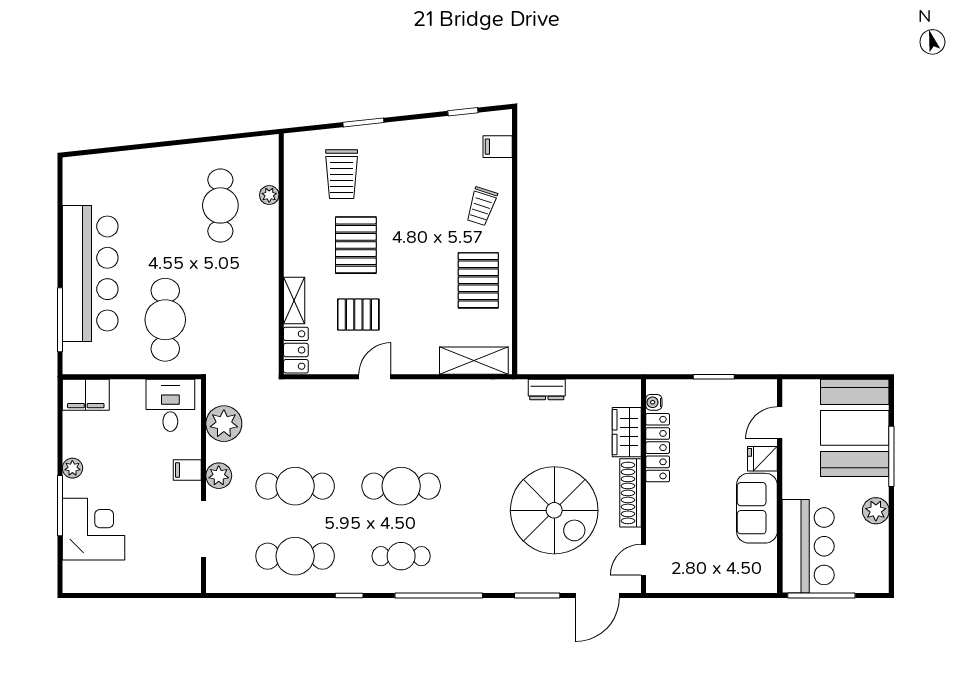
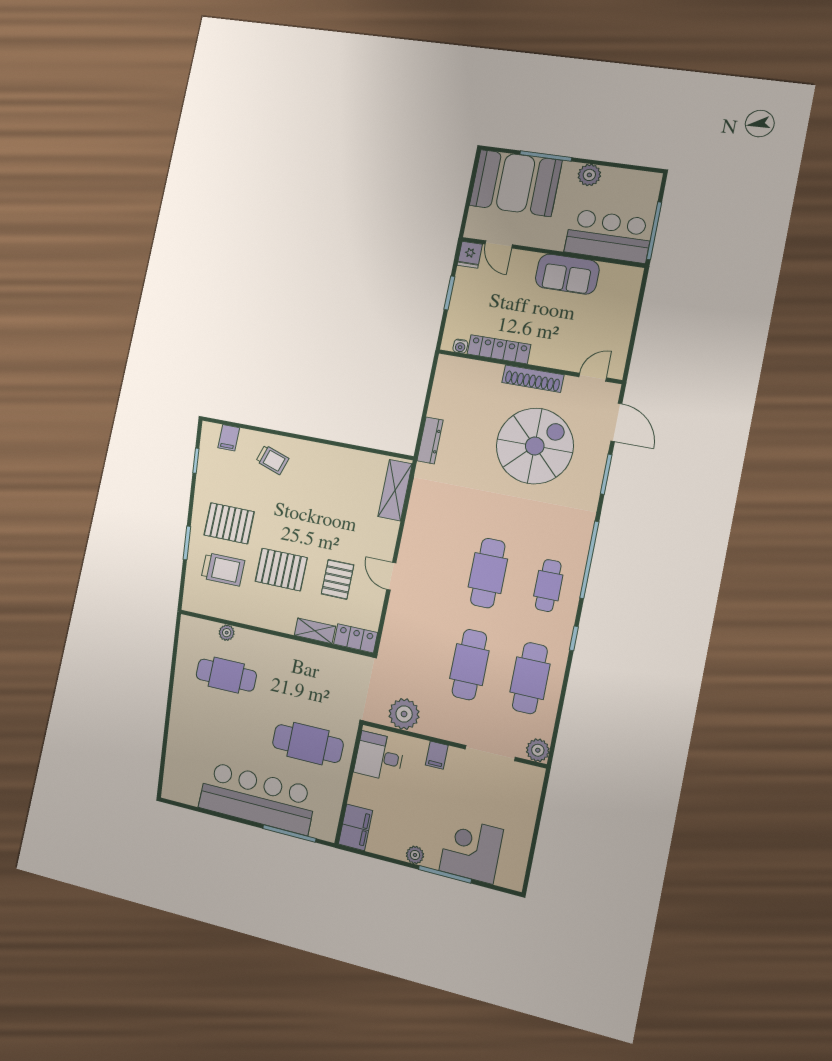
pallet: (478, 280) -> (229, 523), moved
dresser: (547, 389) -> (430, 440), width x1.44
wardrobe: (627, 432) -> (481, 373), removed
fridge: (762, 459) -> (470, 255), moved
plant: (219, 476) -> (538, 750), moved
door: (643, 560) -> (593, 377), swing flipped

